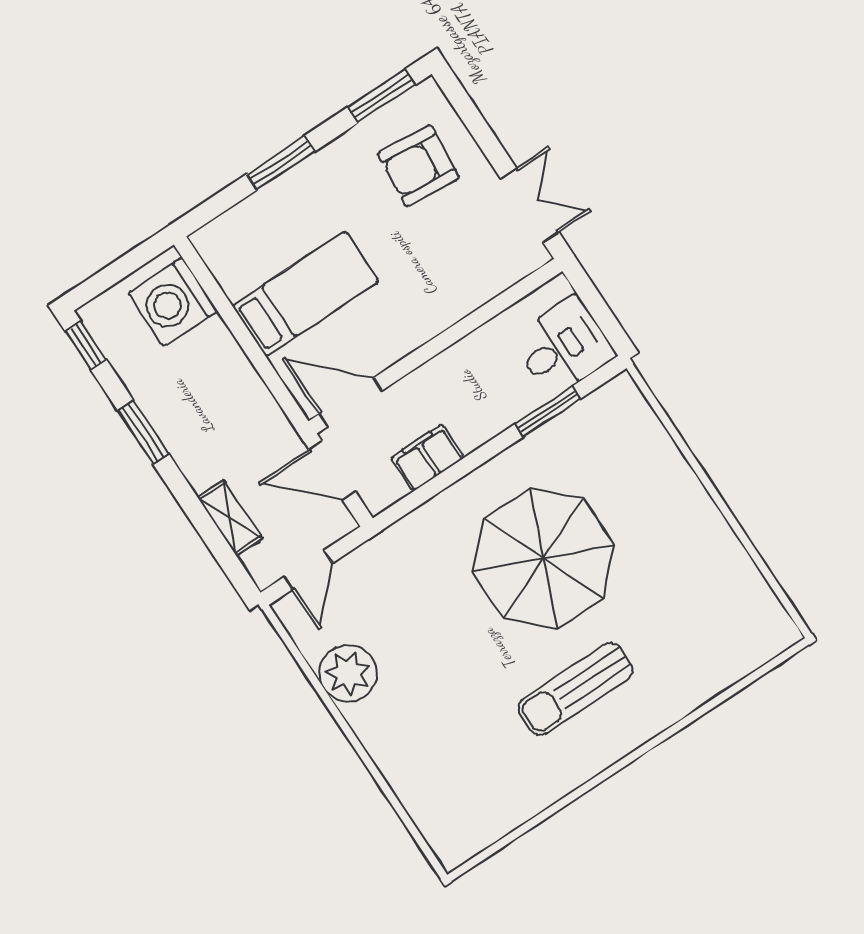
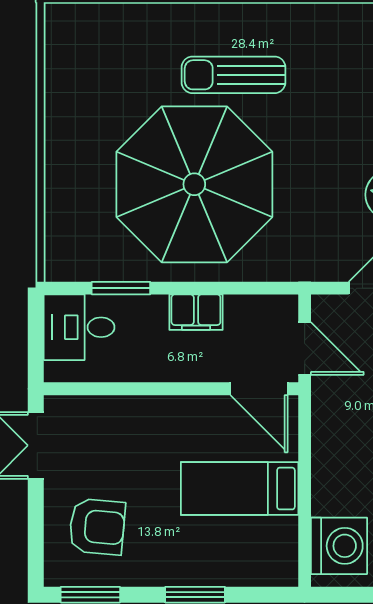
filing cabinet: (427, 458) -> (196, 312), moved
parasol: (543, 558) -> (194, 184), width x1.36, depth x1.36
sun lounger: (576, 689) -> (233, 75), turned 180

